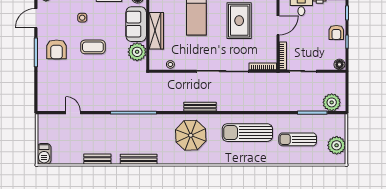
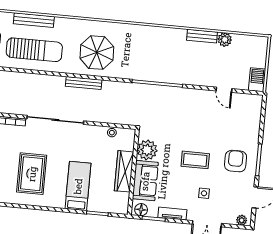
barbecue: (44, 154) -> (257, 80), moved
plant: (77, 158) -> (225, 40), added
bench: (139, 159) -> (34, 20), moved

